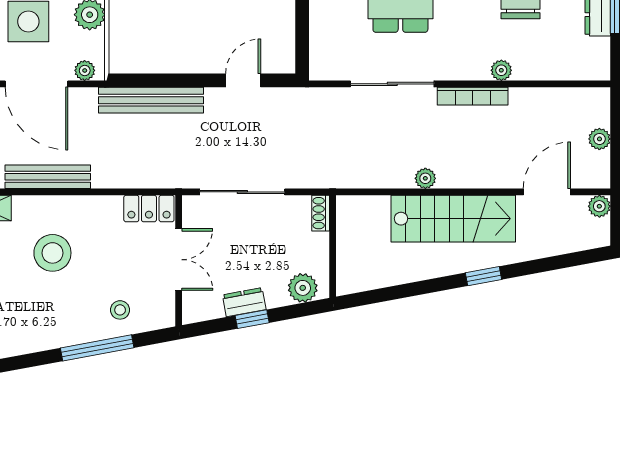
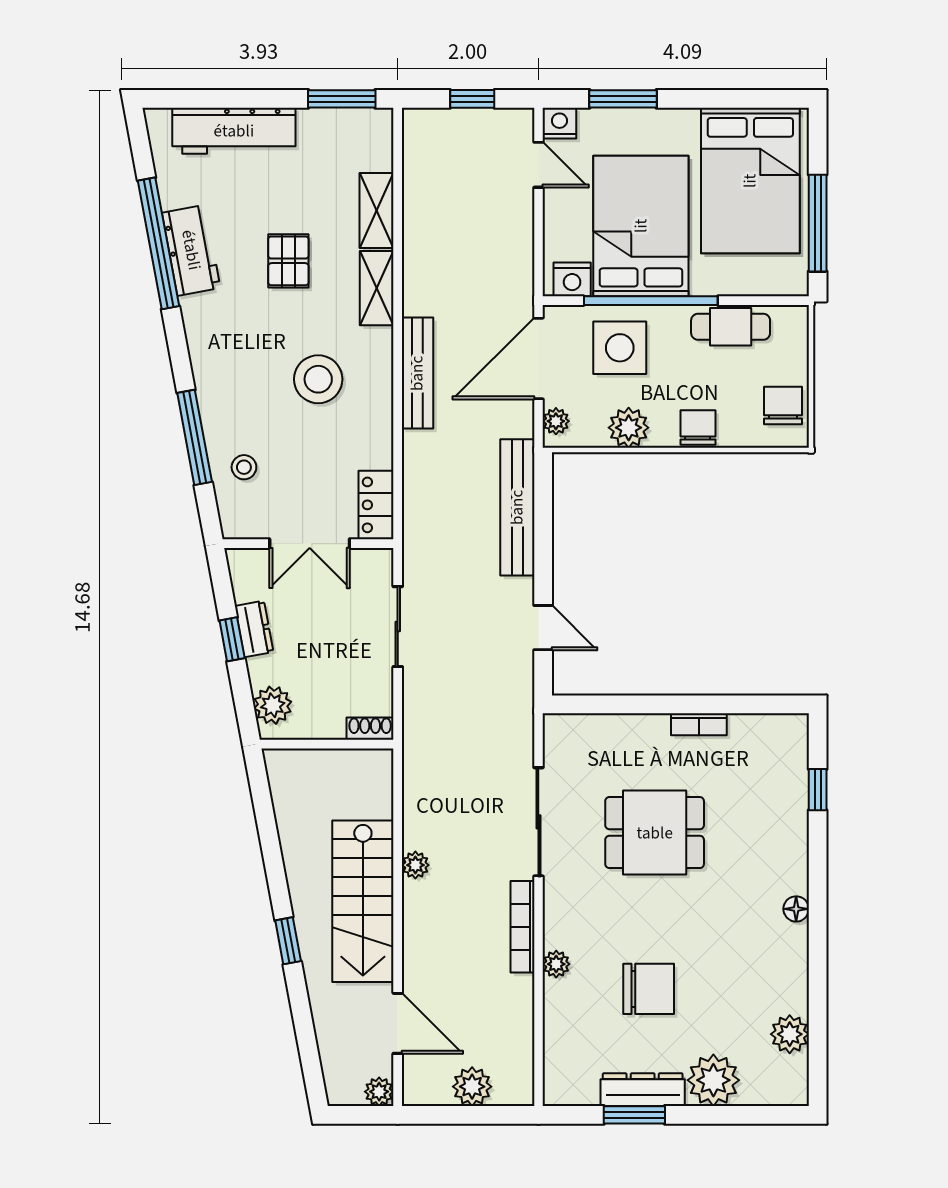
plant: (599, 139) -> (472, 1087), width x1.38, depth x1.38
sliding door: (242, 192) -> (398, 627), width x0.73

